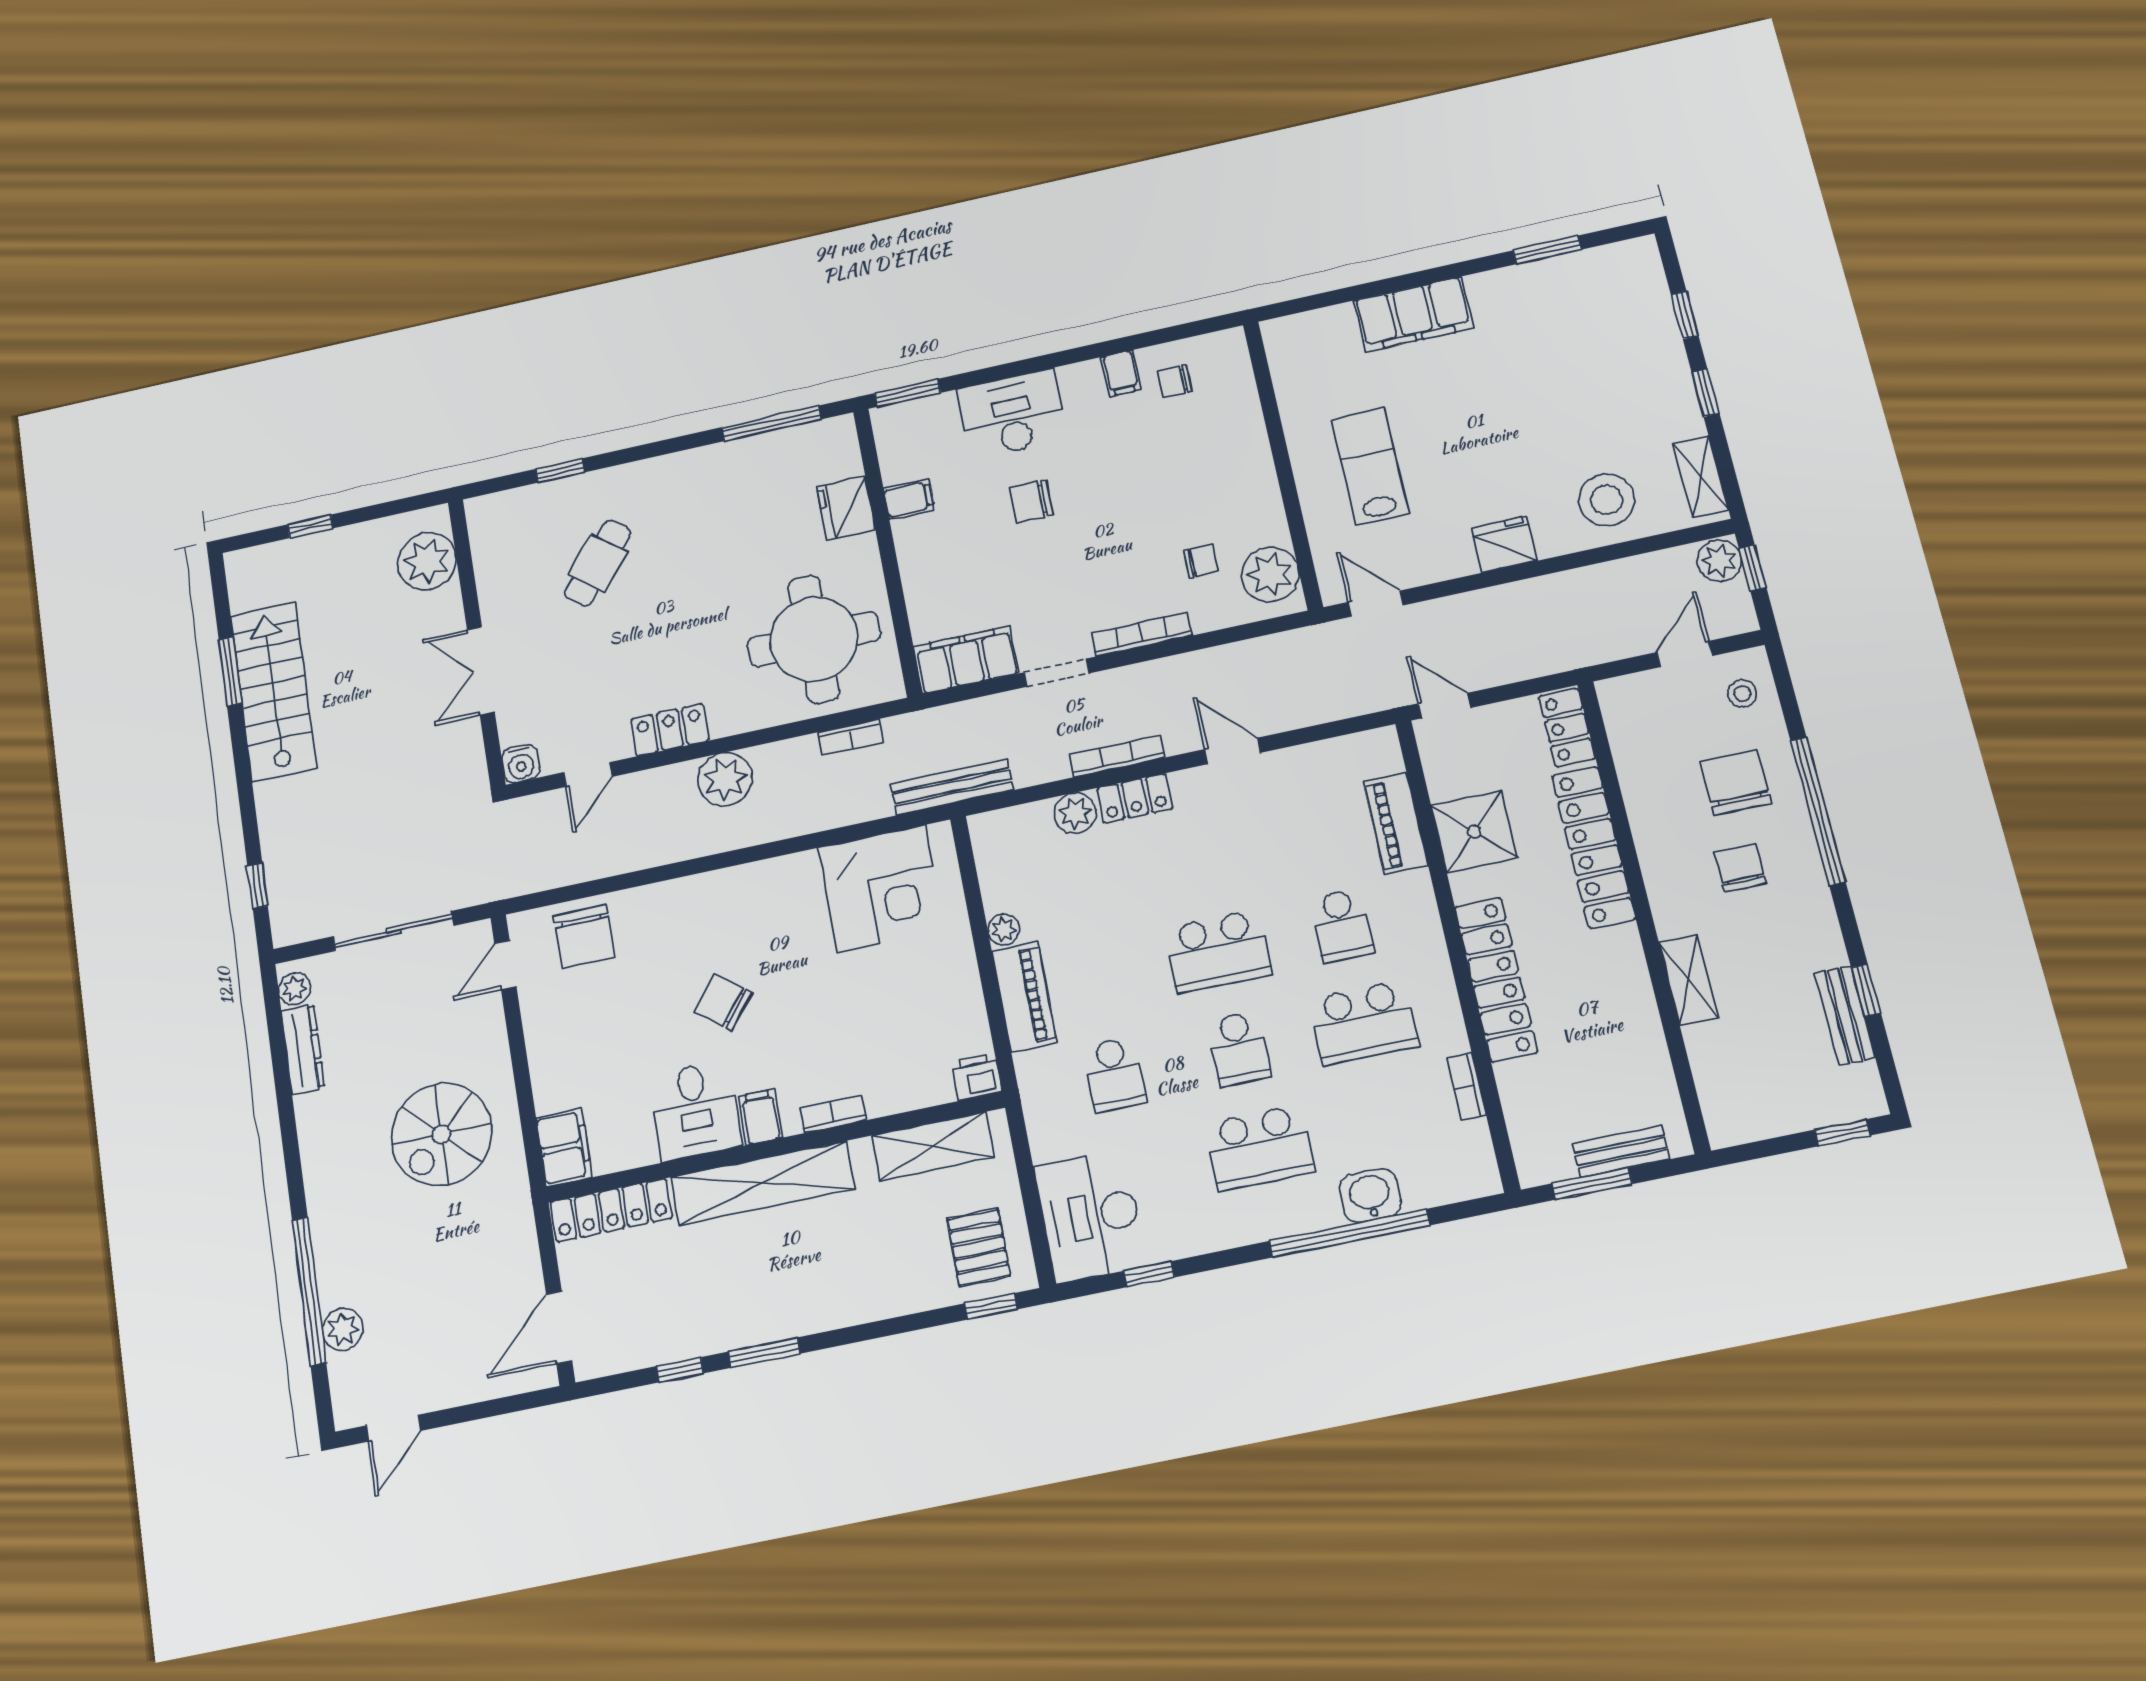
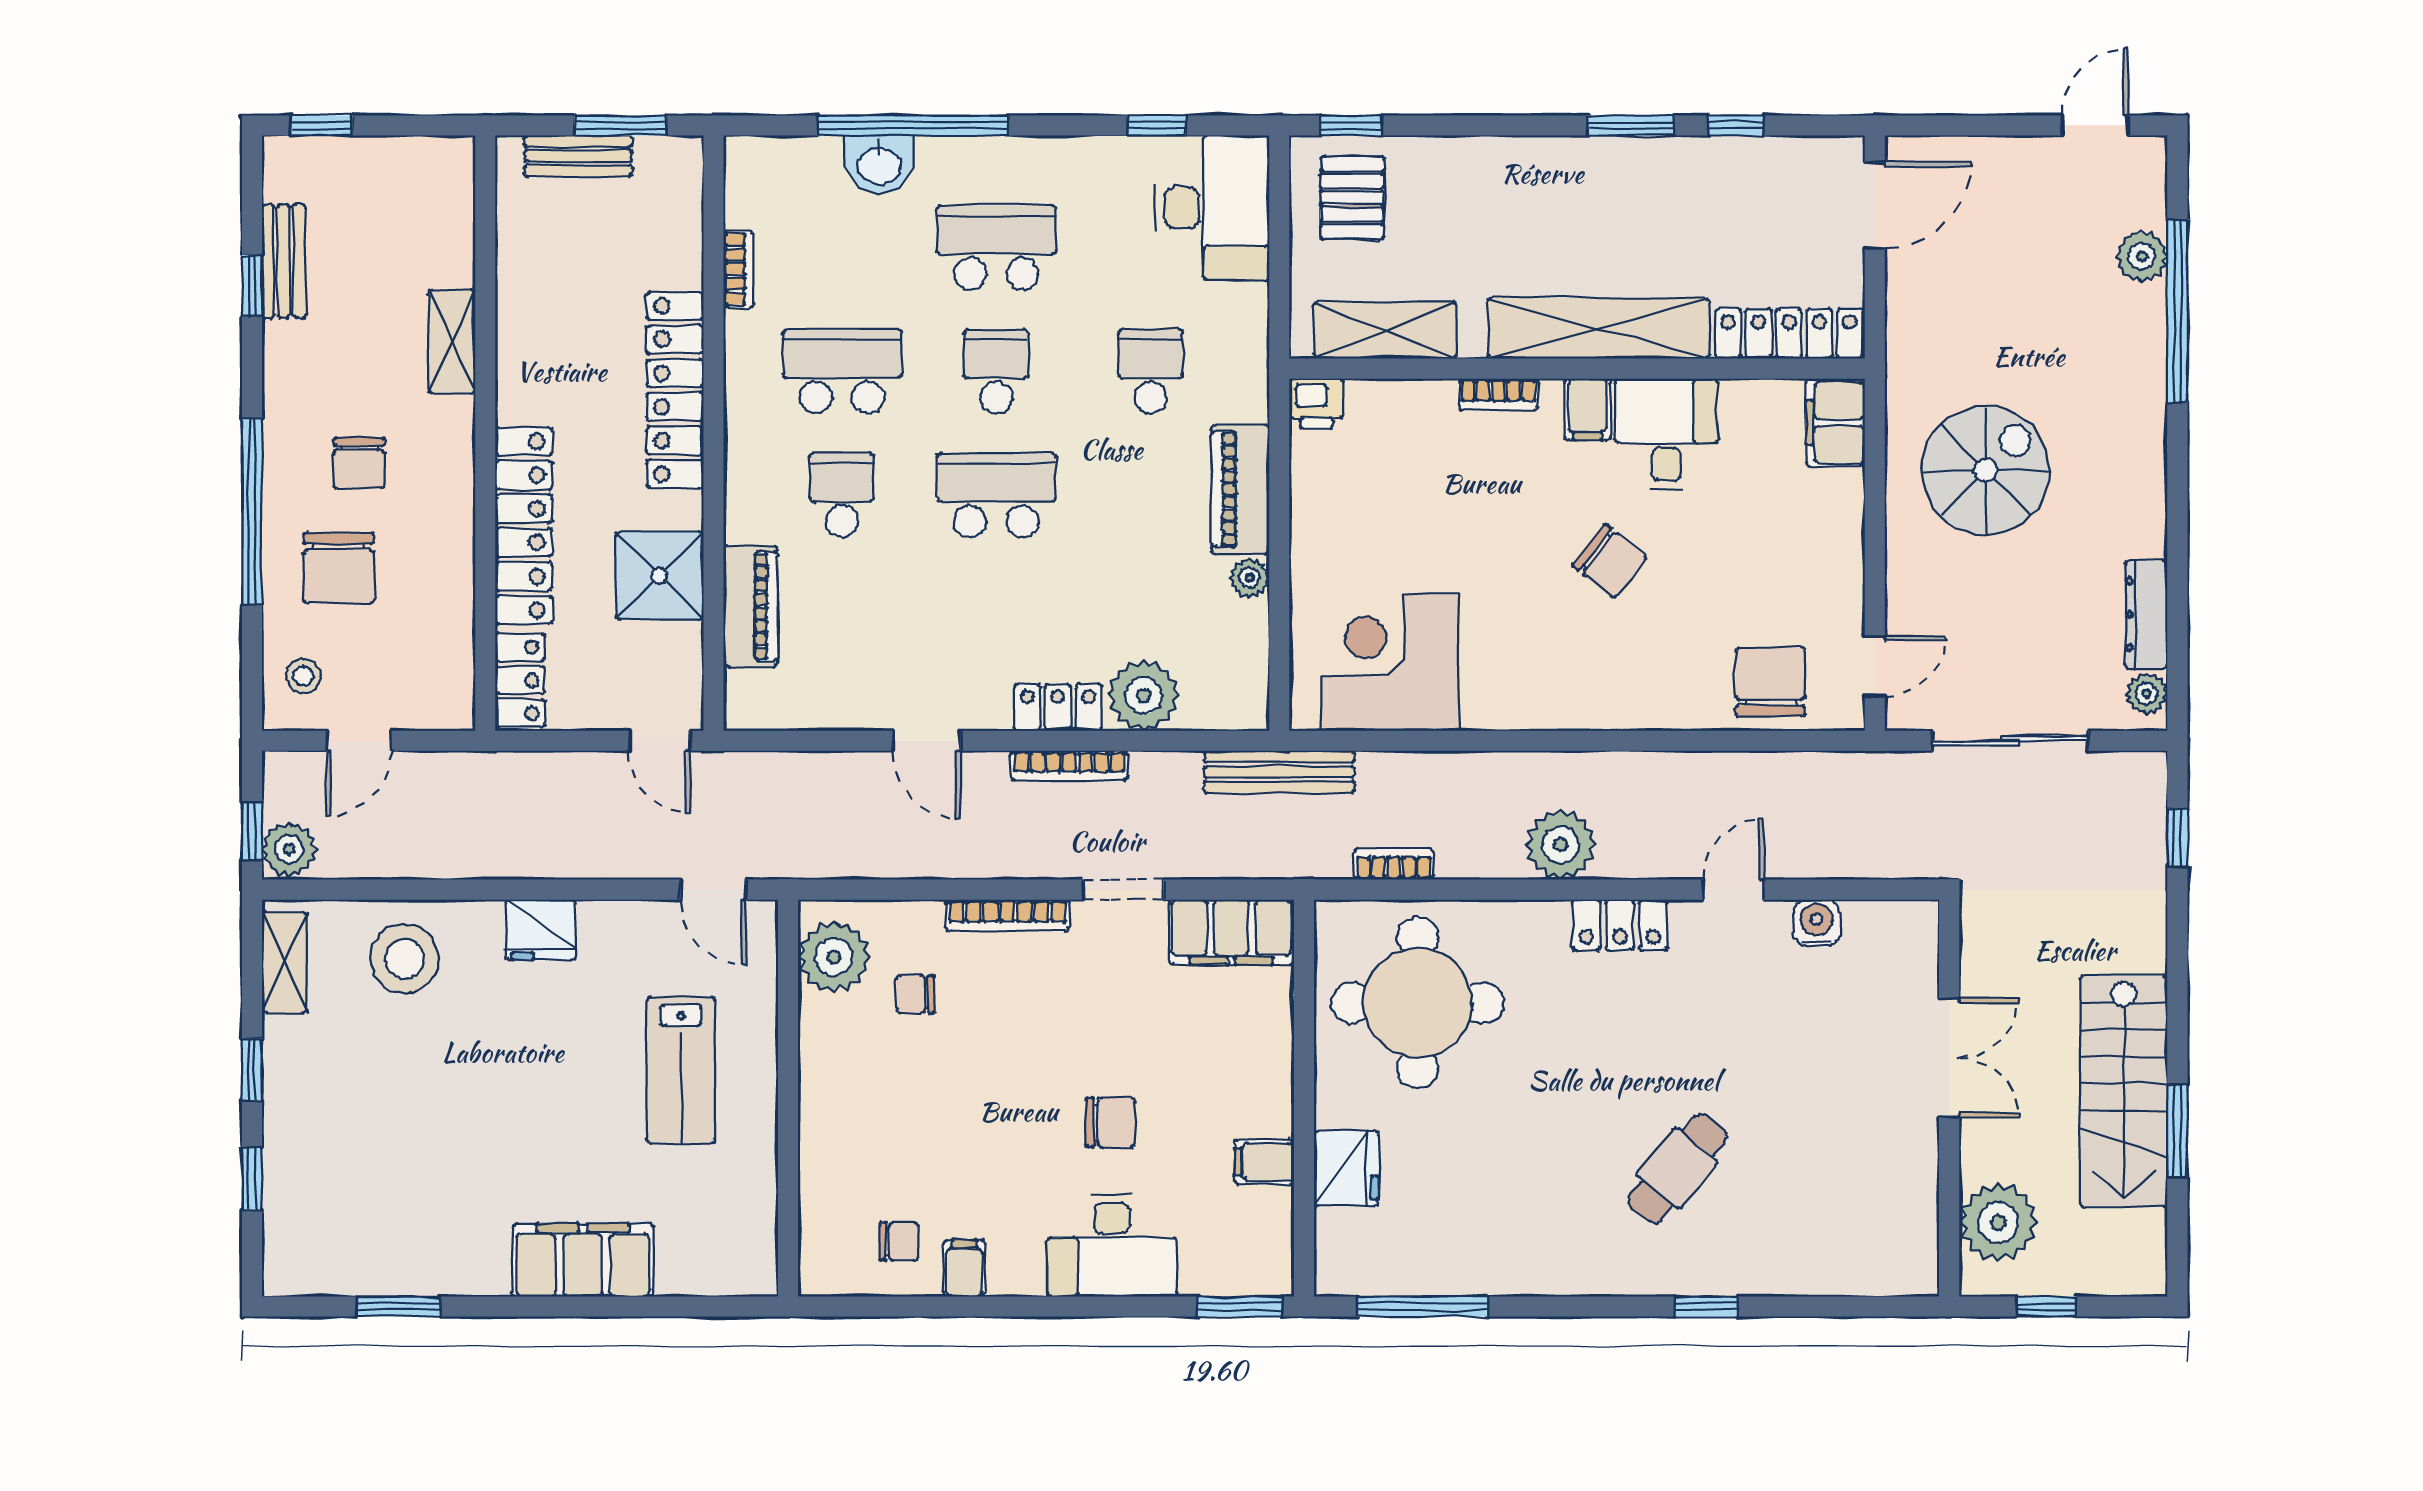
plant: (427, 561) -> (1998, 1222), moved
wall: (476, 642) -> (1949, 1098), moved
double door: (481, 671) -> (1949, 1058), moved
plant: (1075, 813) -> (1144, 695), width x1.36, depth x1.36

